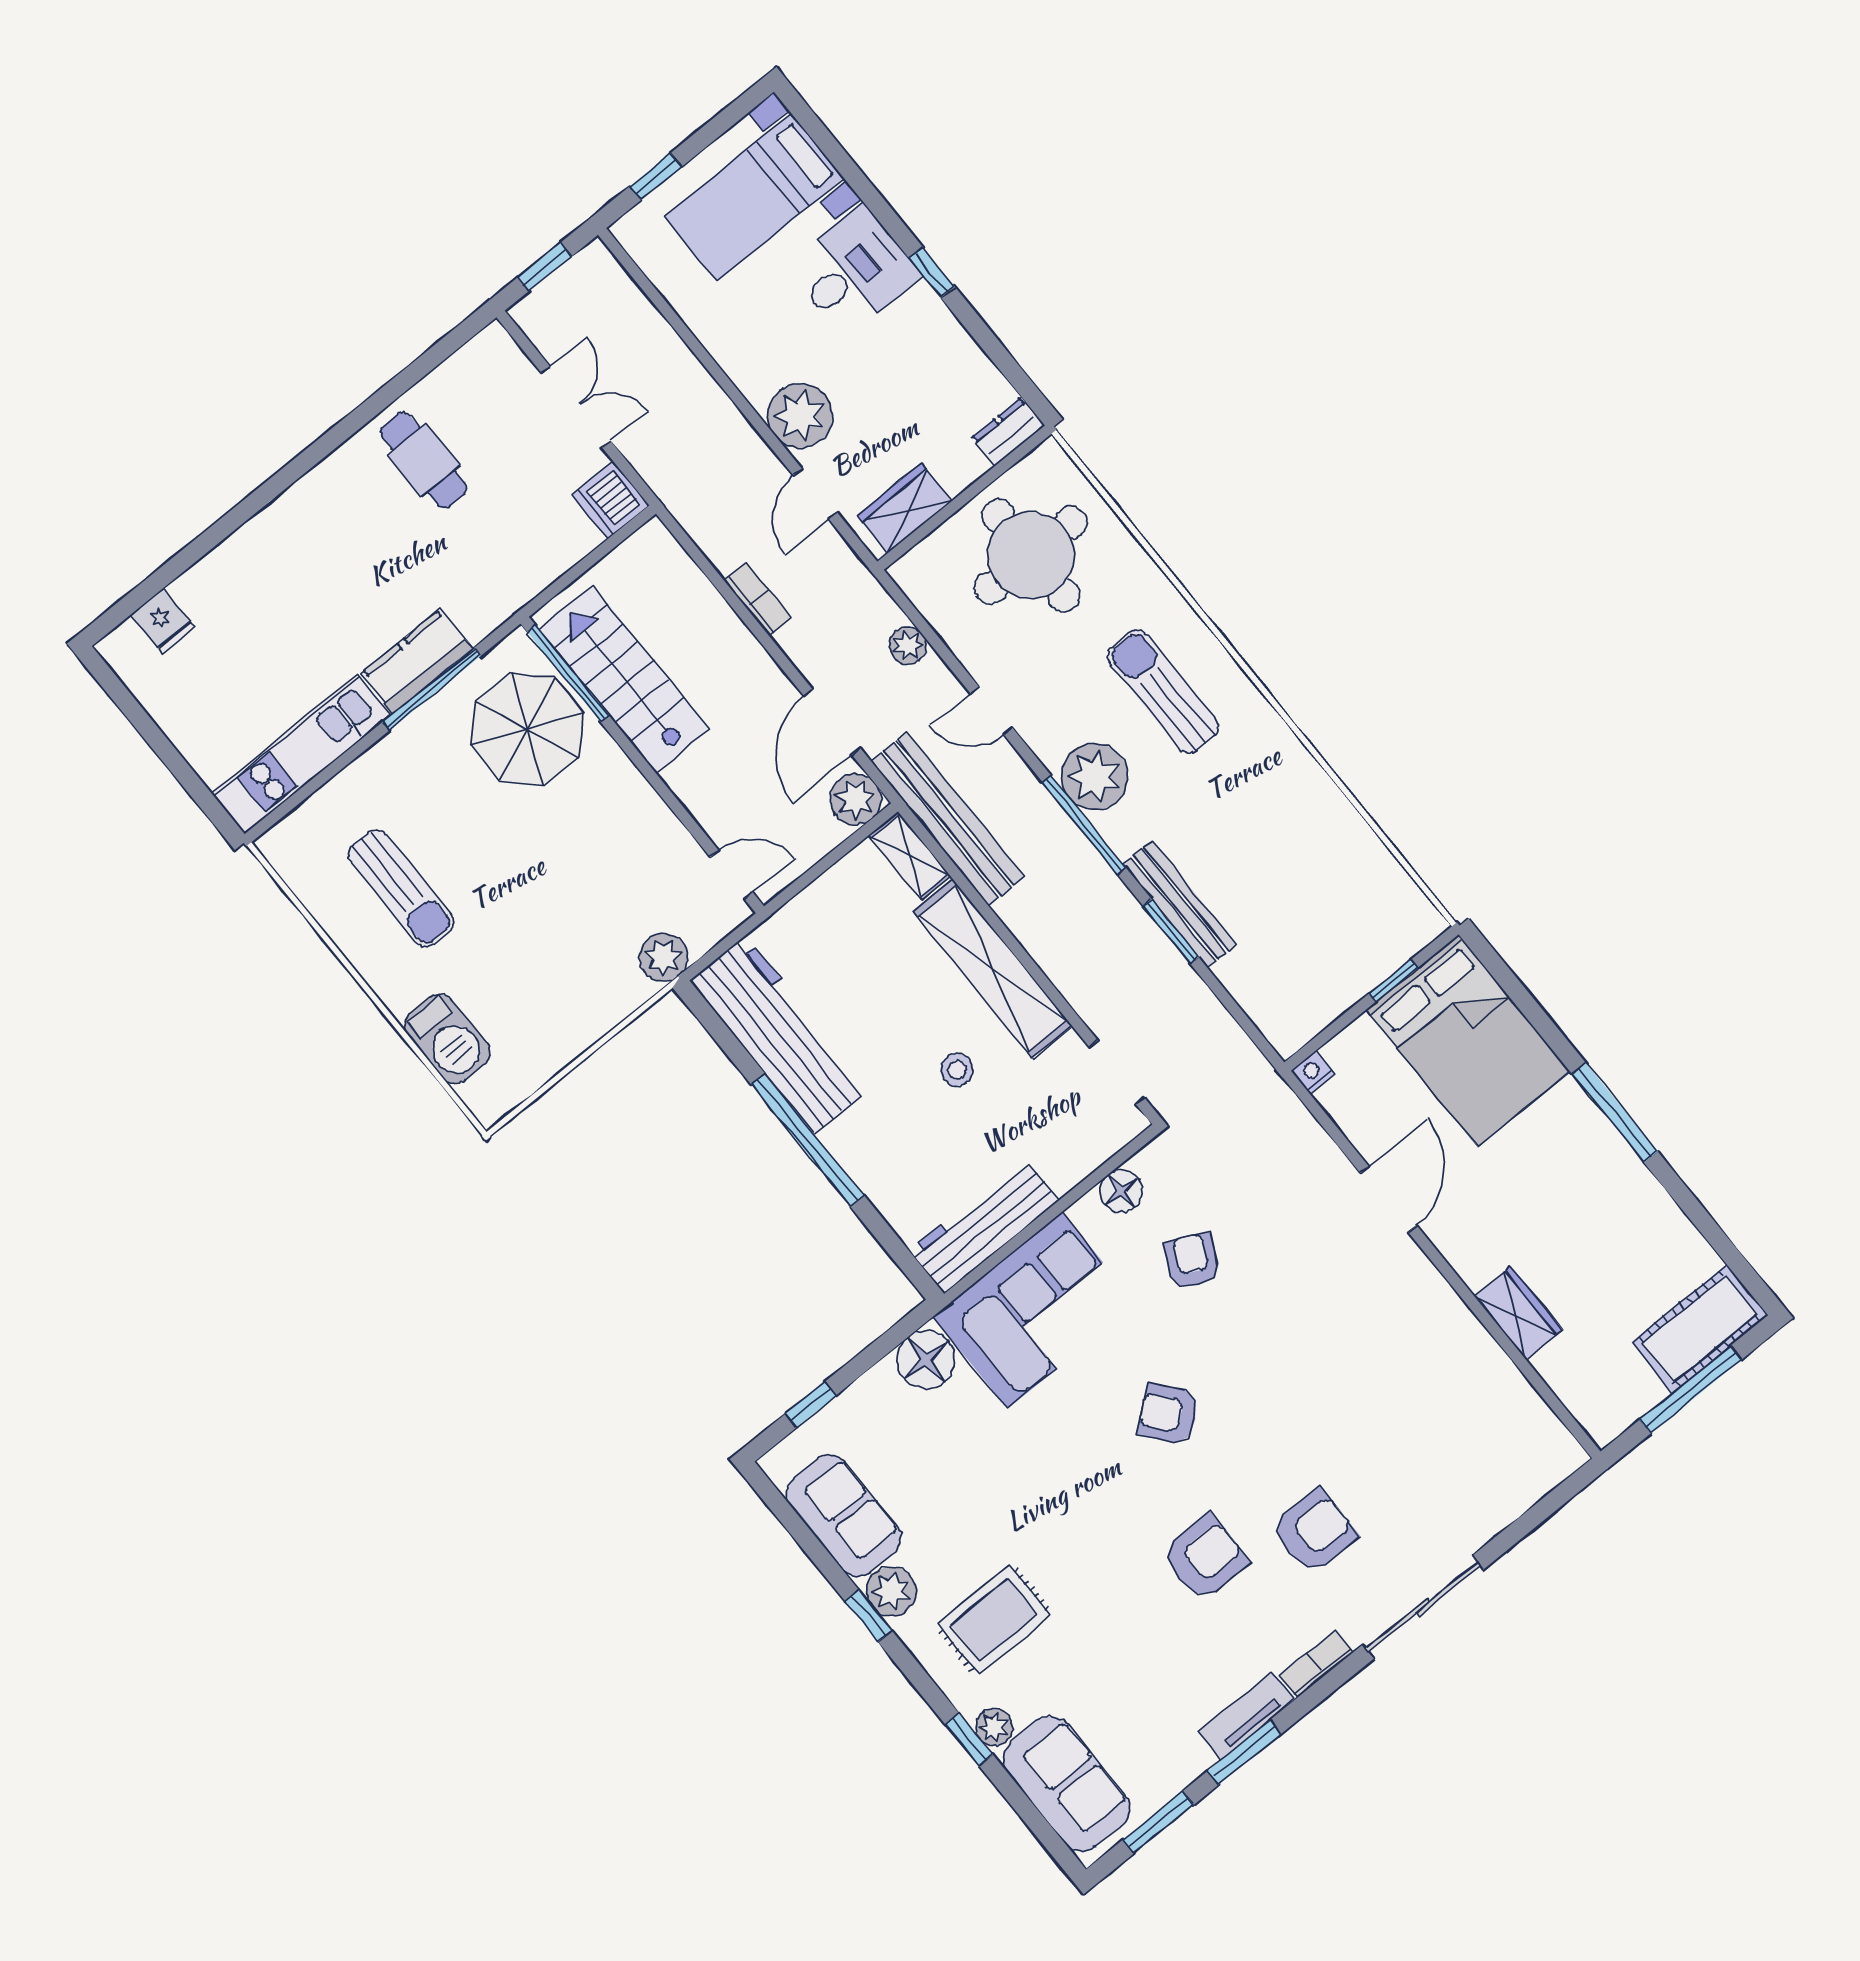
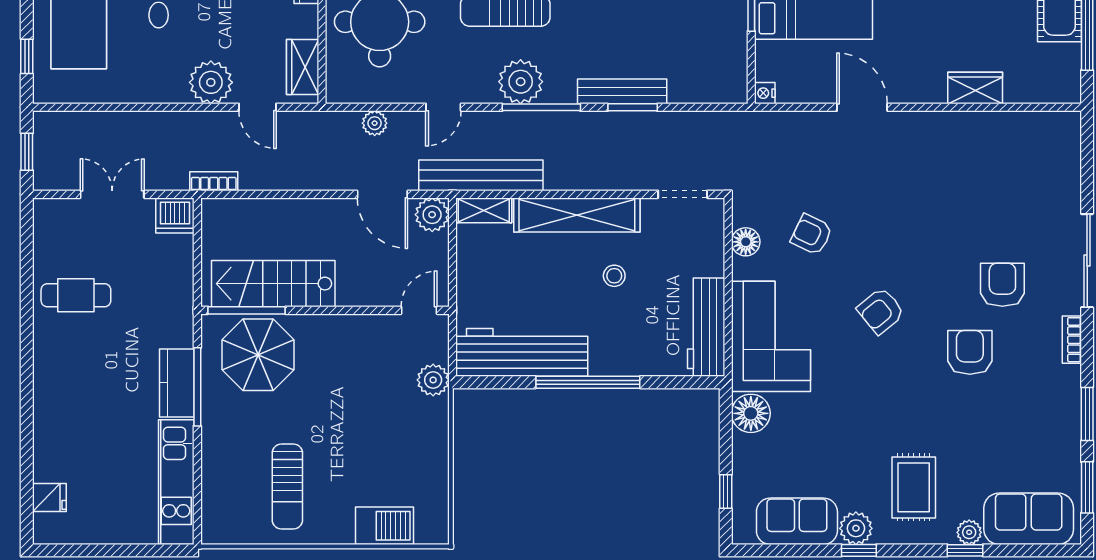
bookcase: (757, 599) -> (214, 181), moved
sun lounger: (401, 888) -> (287, 487), turned 90
tv unit: (1247, 1716) -> (1069, 397), removed

